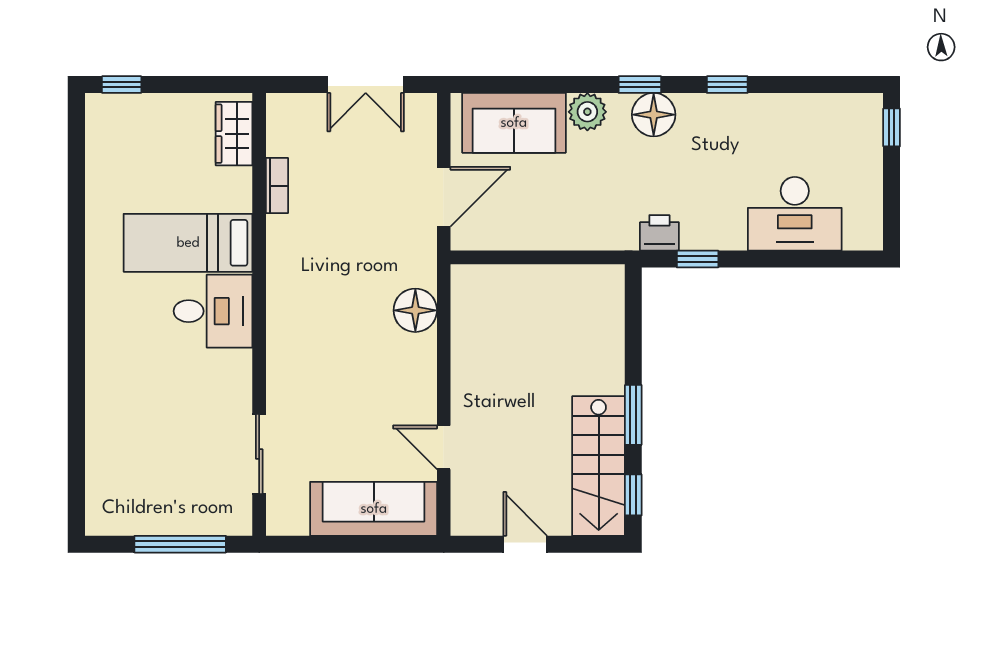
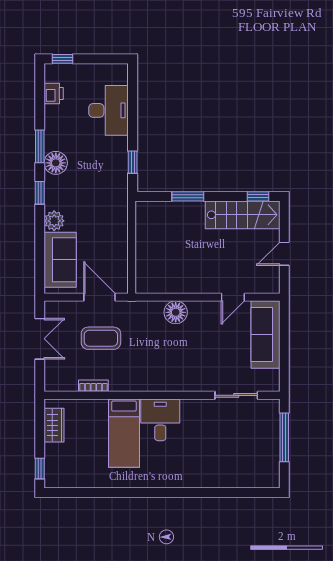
window: (727, 85) -> (40, 146), width x1.50
floor lamp: (654, 115) -> (56, 163), moved
wardrobe: (234, 134) -> (54, 425), moved, turned -90
coffee table: (367, 200) -> (101, 338), added
printer: (659, 233) -> (54, 94), moved, turned 180
floor lamp: (415, 310) -> (176, 312), moved
window: (633, 415) -> (188, 196), moved

